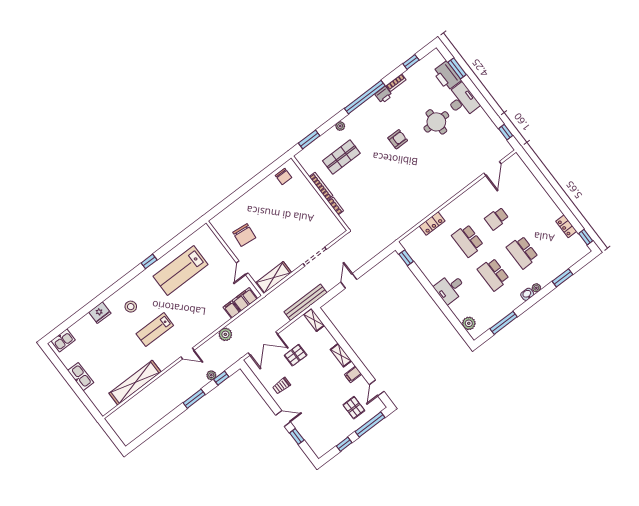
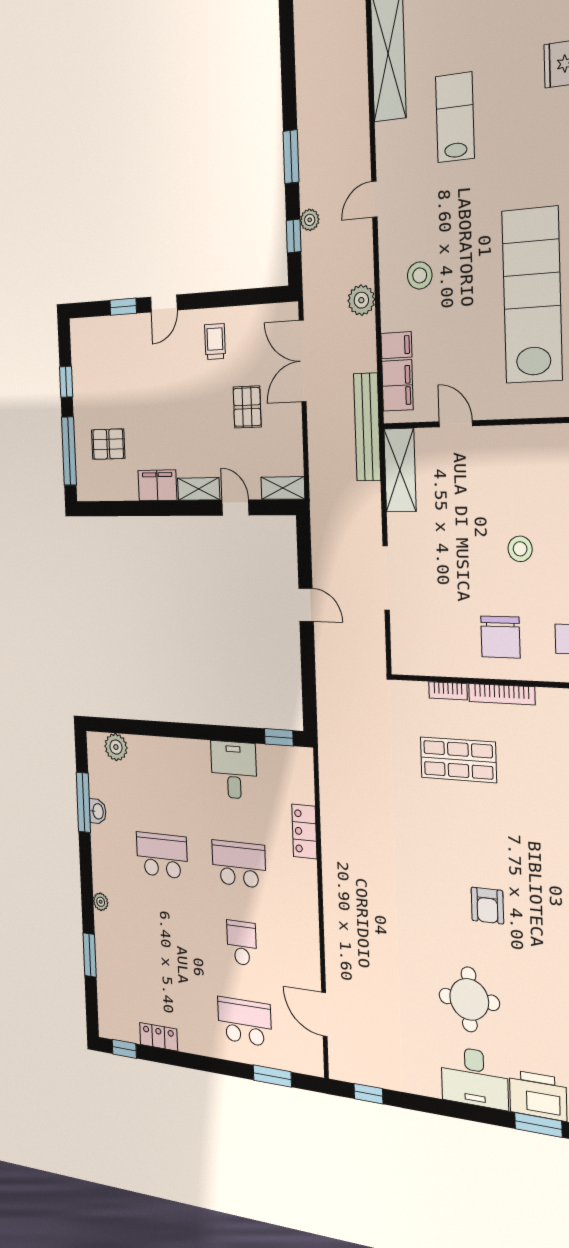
shop shelf: (341, 157) -> (458, 760), moved, turned 90
window: (536, 171) -> (272, 1076), added
stool: (267, 215) -> (520, 549), added
chair: (244, 235) -> (500, 637), moved, turned -96
school desk: (522, 252) -> (244, 1022), moved
lab bench: (181, 270) -> (532, 295), width x1.36
desk: (450, 288) -> (234, 770), moved
washbasin: (527, 294) -> (98, 811), moved
bench: (306, 302) -> (367, 427), moved
stool: (131, 307) -> (420, 275), moved
lab bench: (155, 330) -> (455, 117), moved
filing cabinet: (353, 374) -> (157, 485), width x2.00
door: (377, 388) -> (236, 508), moved

